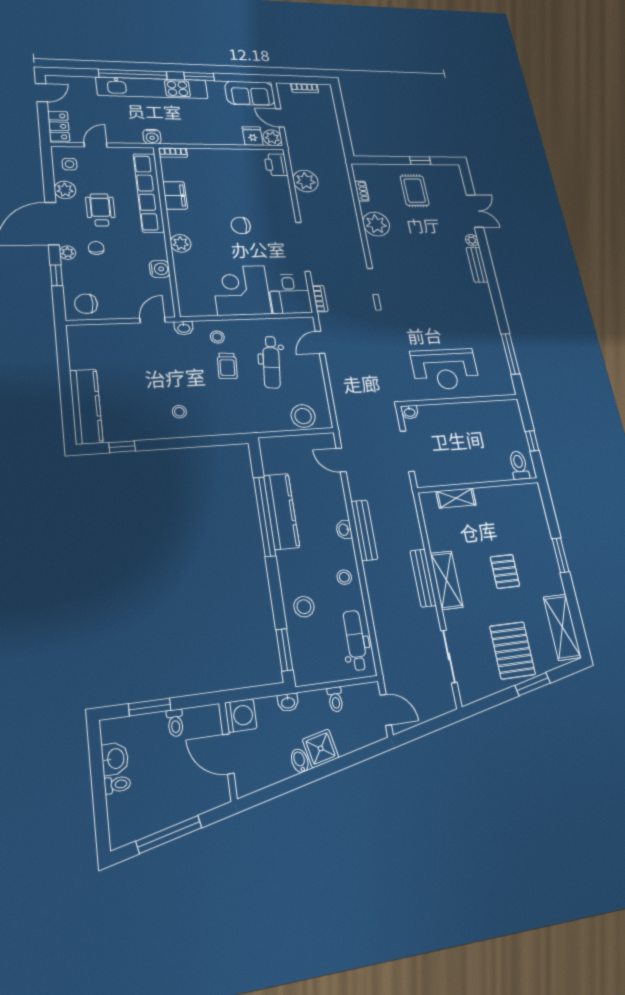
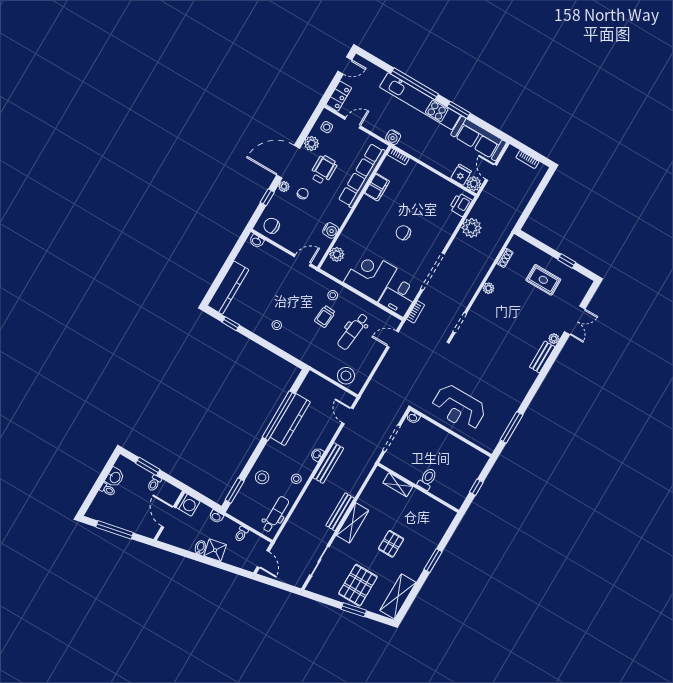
sofa: (250, 93) -> (479, 138), width x1.36
rug: (415, 191) -> (543, 280), turned 90
plant: (376, 224) -> (488, 288), width x0.53, depth x0.53
plant: (181, 243) -> (337, 254), moved
washbasin: (184, 328) -> (257, 241), moved
toilet: (519, 465) -> (427, 479), moved

